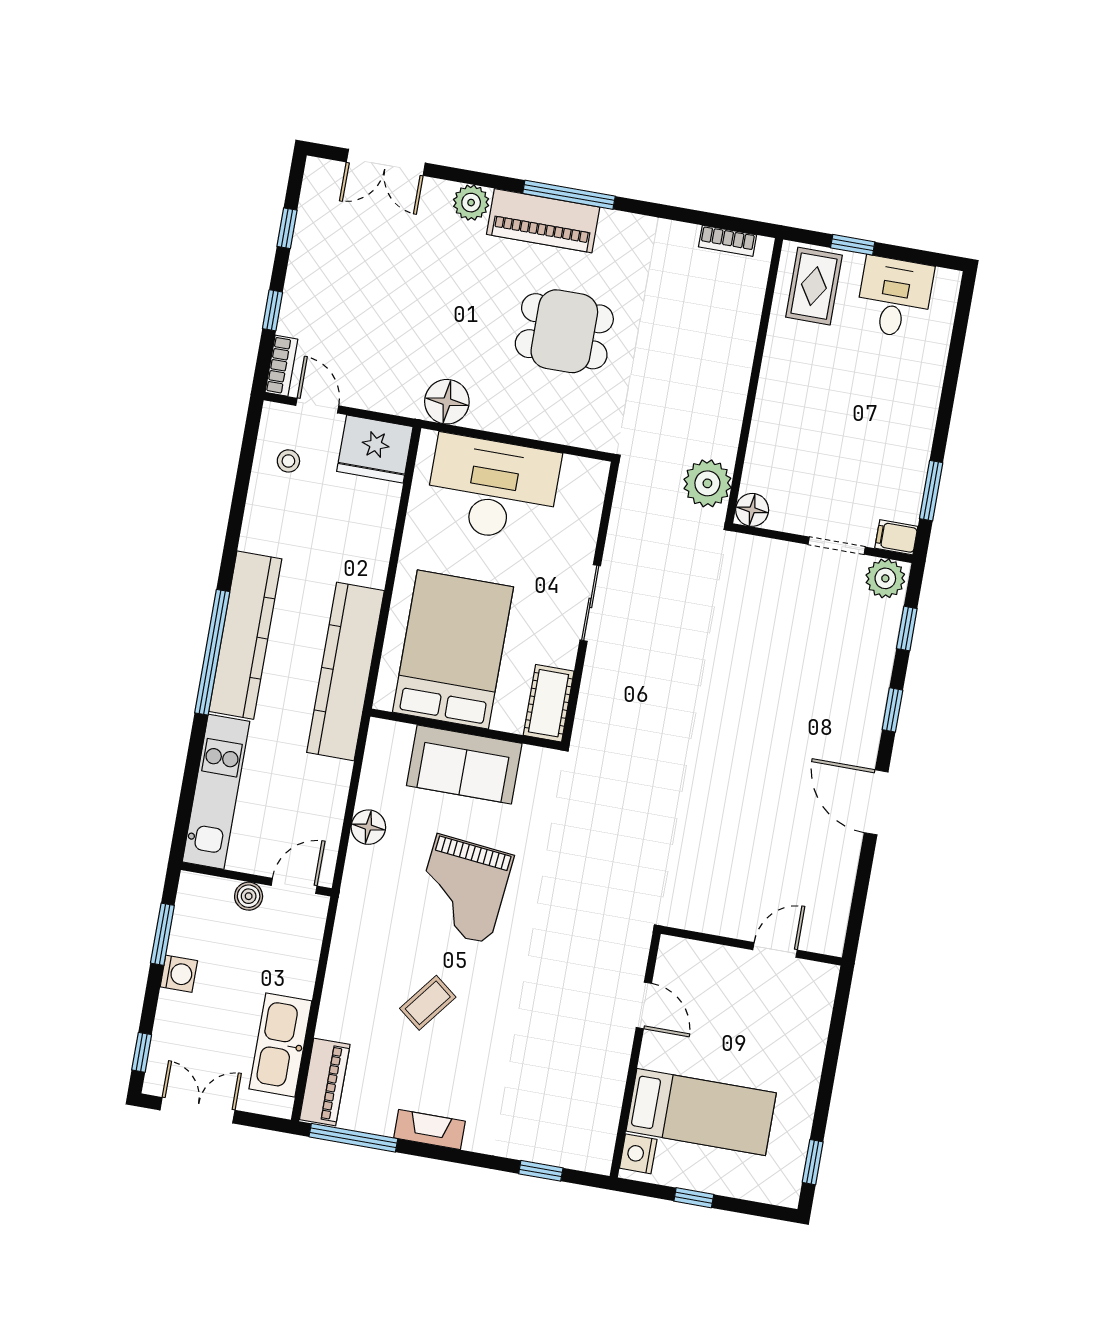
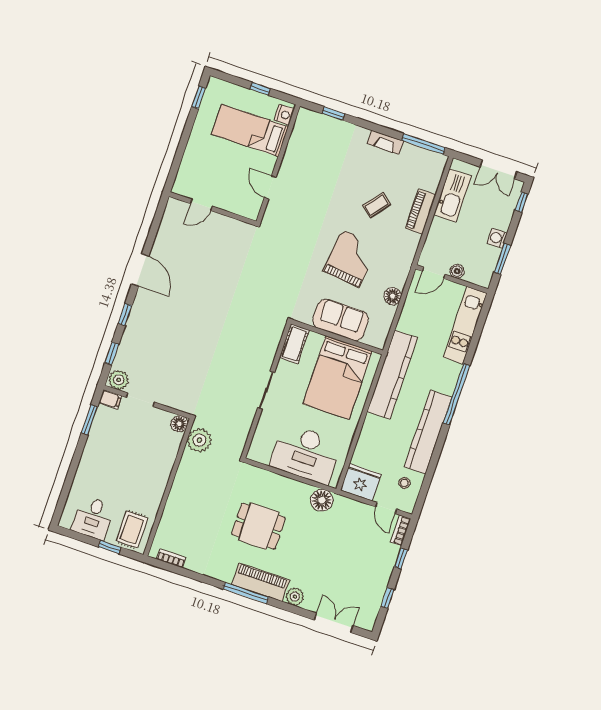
kitchen counter: (245, 635) -> (428, 432), moved
piano: (325, 1082) -> (421, 212), moved

